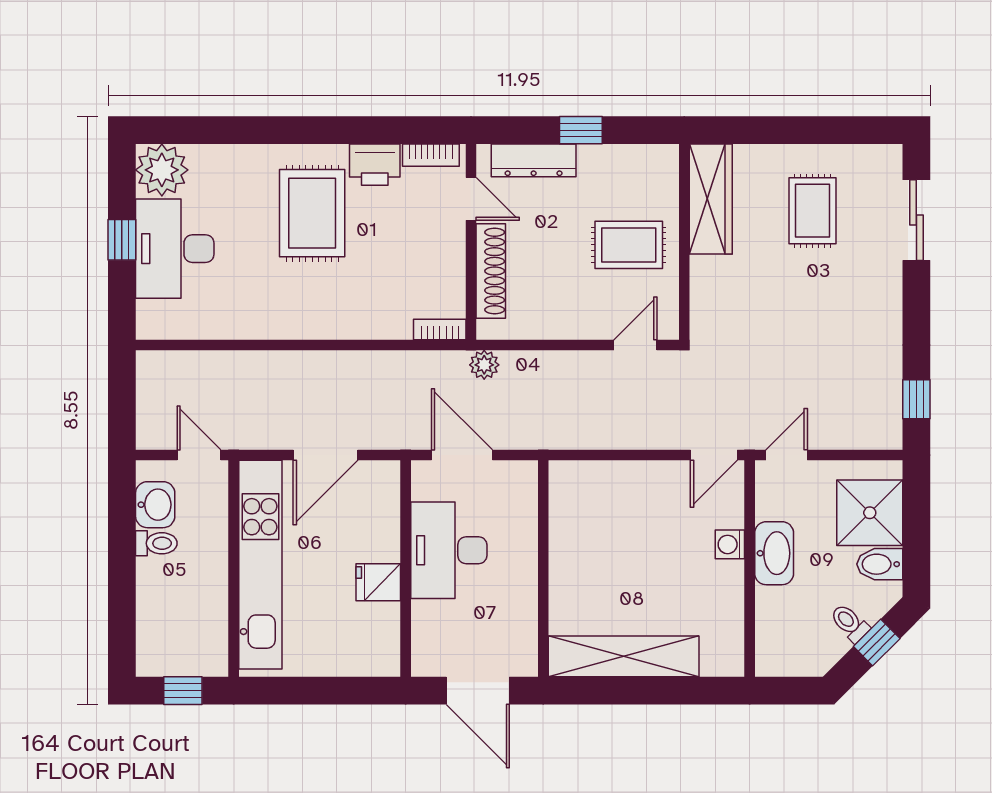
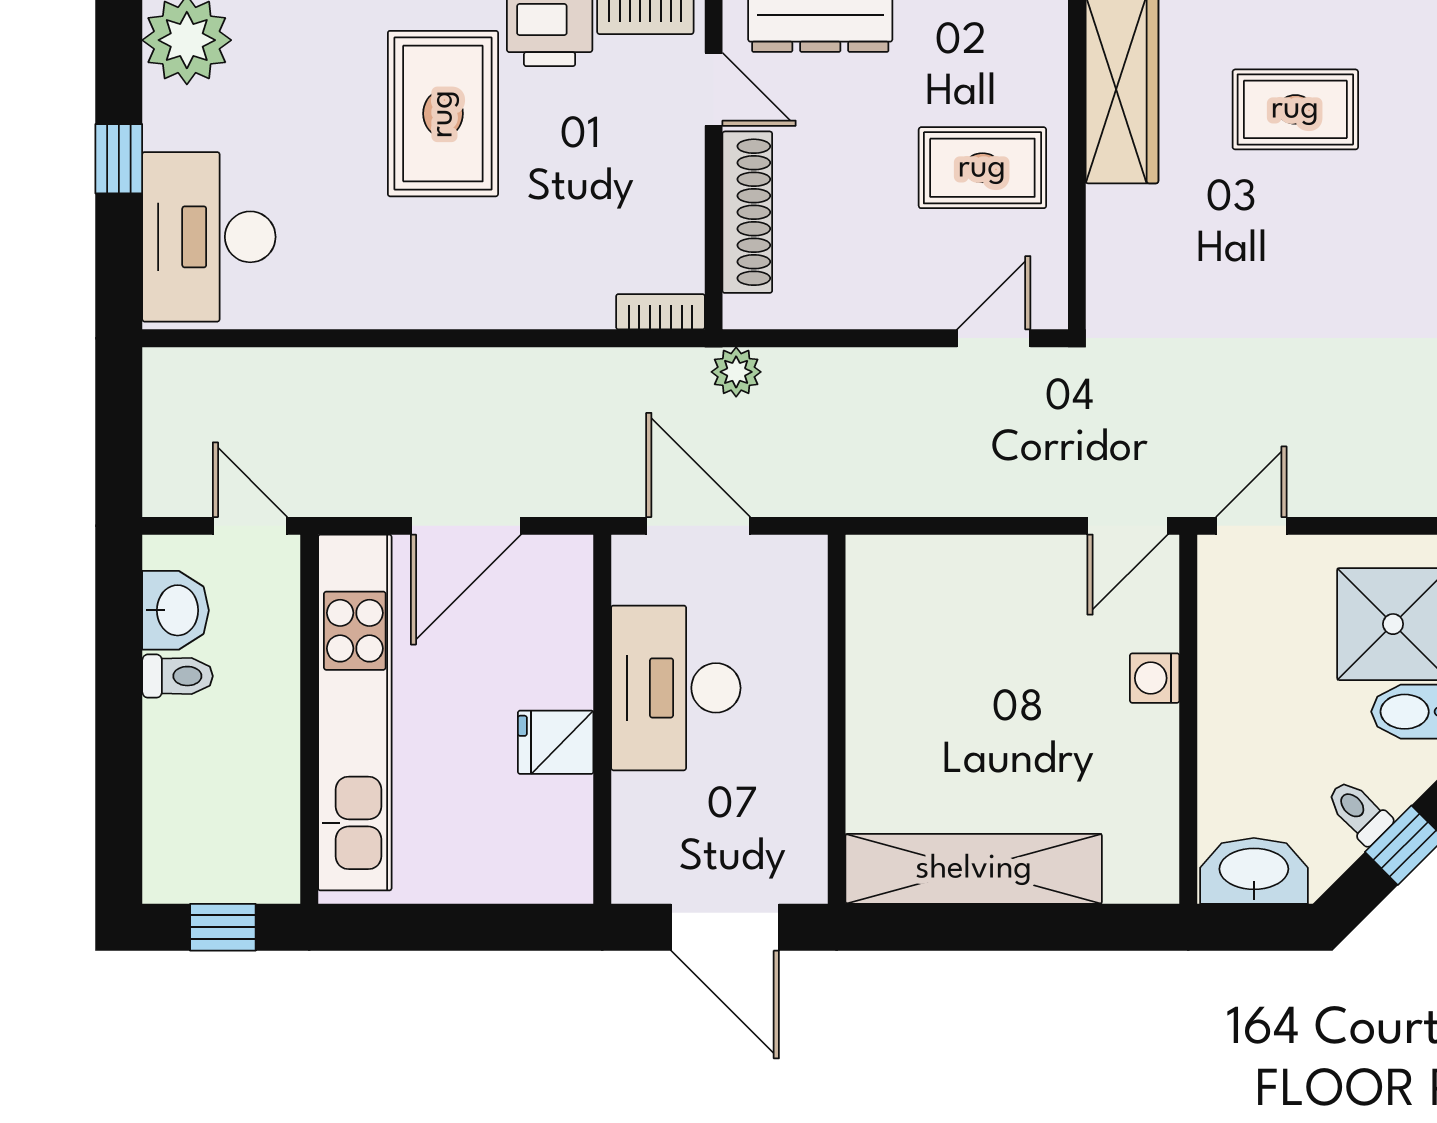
rug: (812, 211) -> (1295, 109), turned 90
desk: (175, 249) -> (209, 237), moved
washbasin: (774, 553) -> (1254, 871), moved, turned -90

